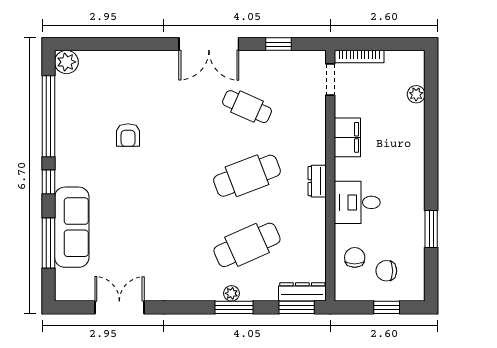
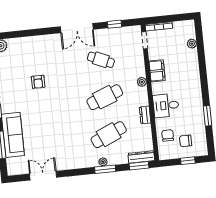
plant: (318, 155) -> (142, 82), added
dresser: (317, 181) -> (145, 115), moved

